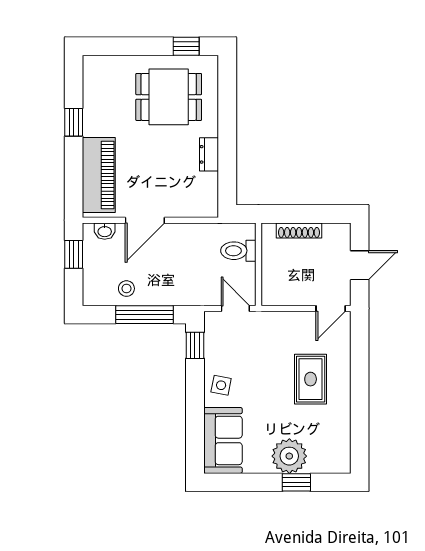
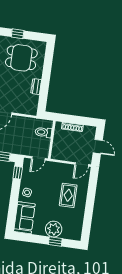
window: (186, 46) -> (18, 34), moved
door: (360, 265) -> (98, 147), hinge flipped
door: (235, 308) -> (38, 158), swing flipped

